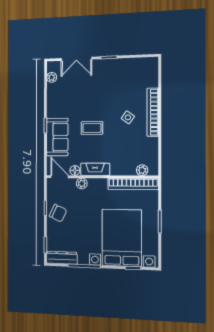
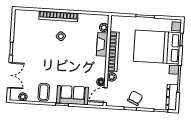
coffee table: (92, 128) -> (44, 92), moved
fireplace: (95, 169) -> (102, 44), moved
bookcase: (133, 184) -> (113, 52), moved

